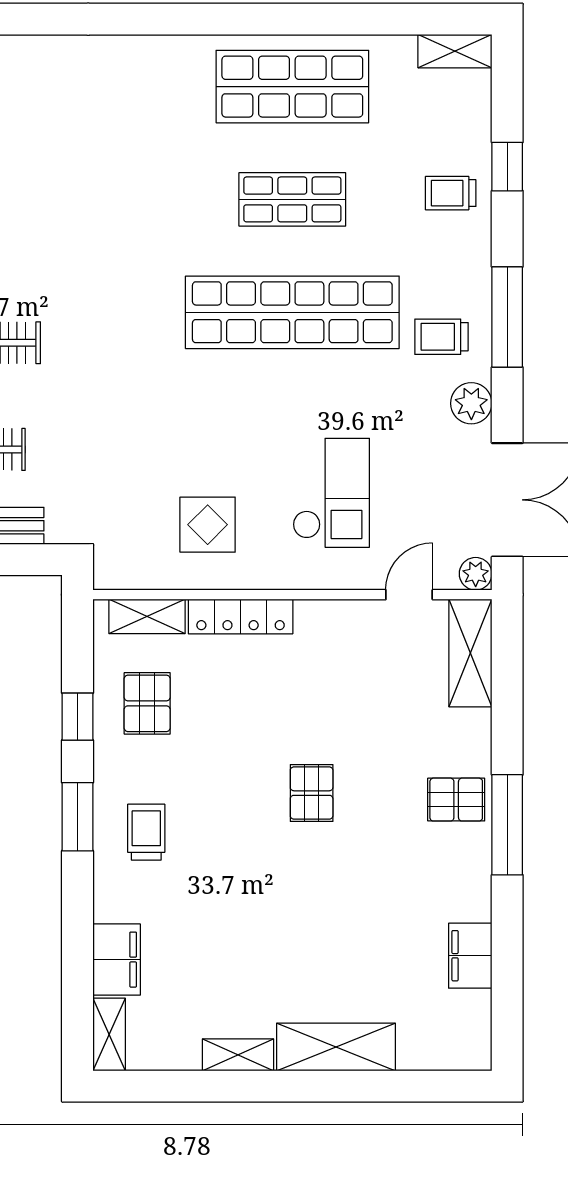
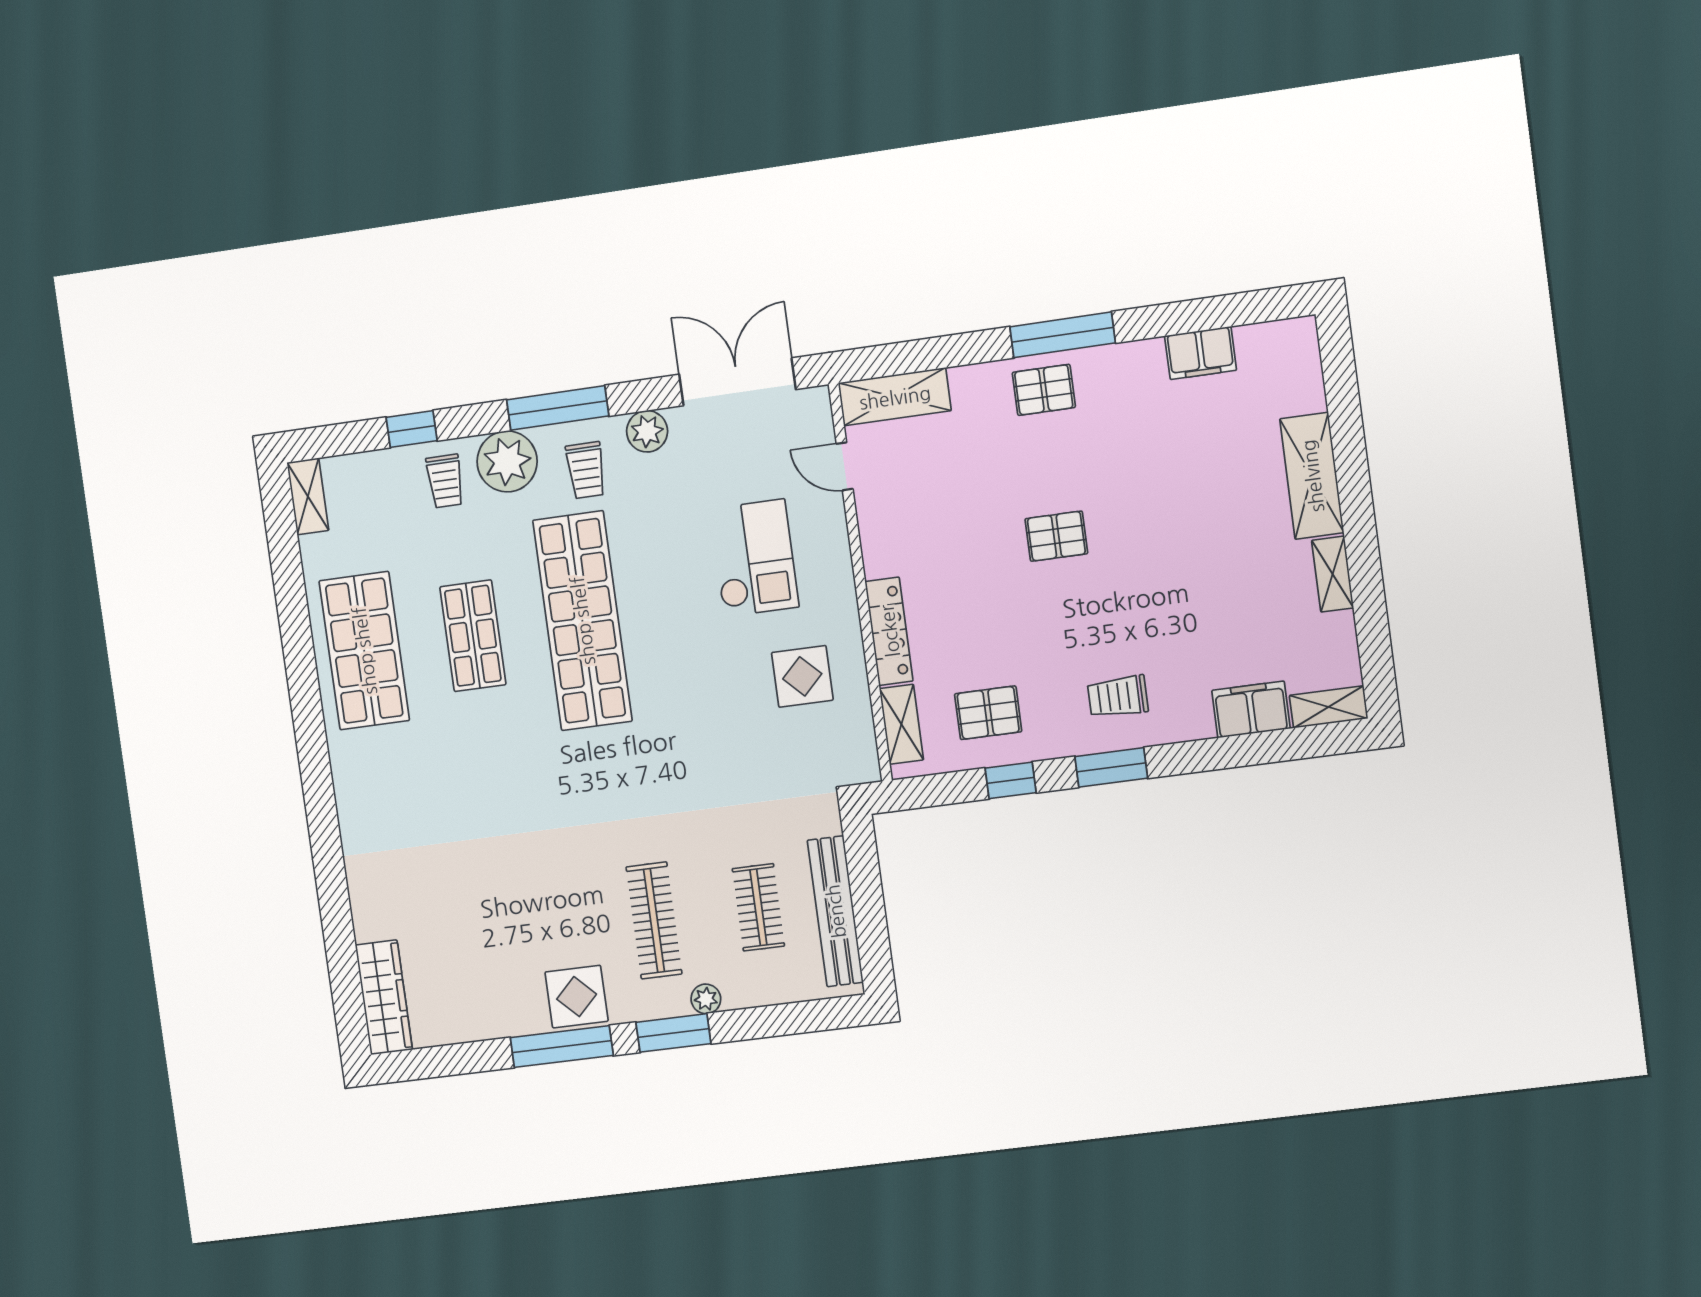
checkout: (331, 493) -> (754, 558), turned 90
plant: (476, 574) -> (507, 461), moved, width x1.88, depth x1.88
pallet: (456, 800) -> (1044, 390), turned 90

